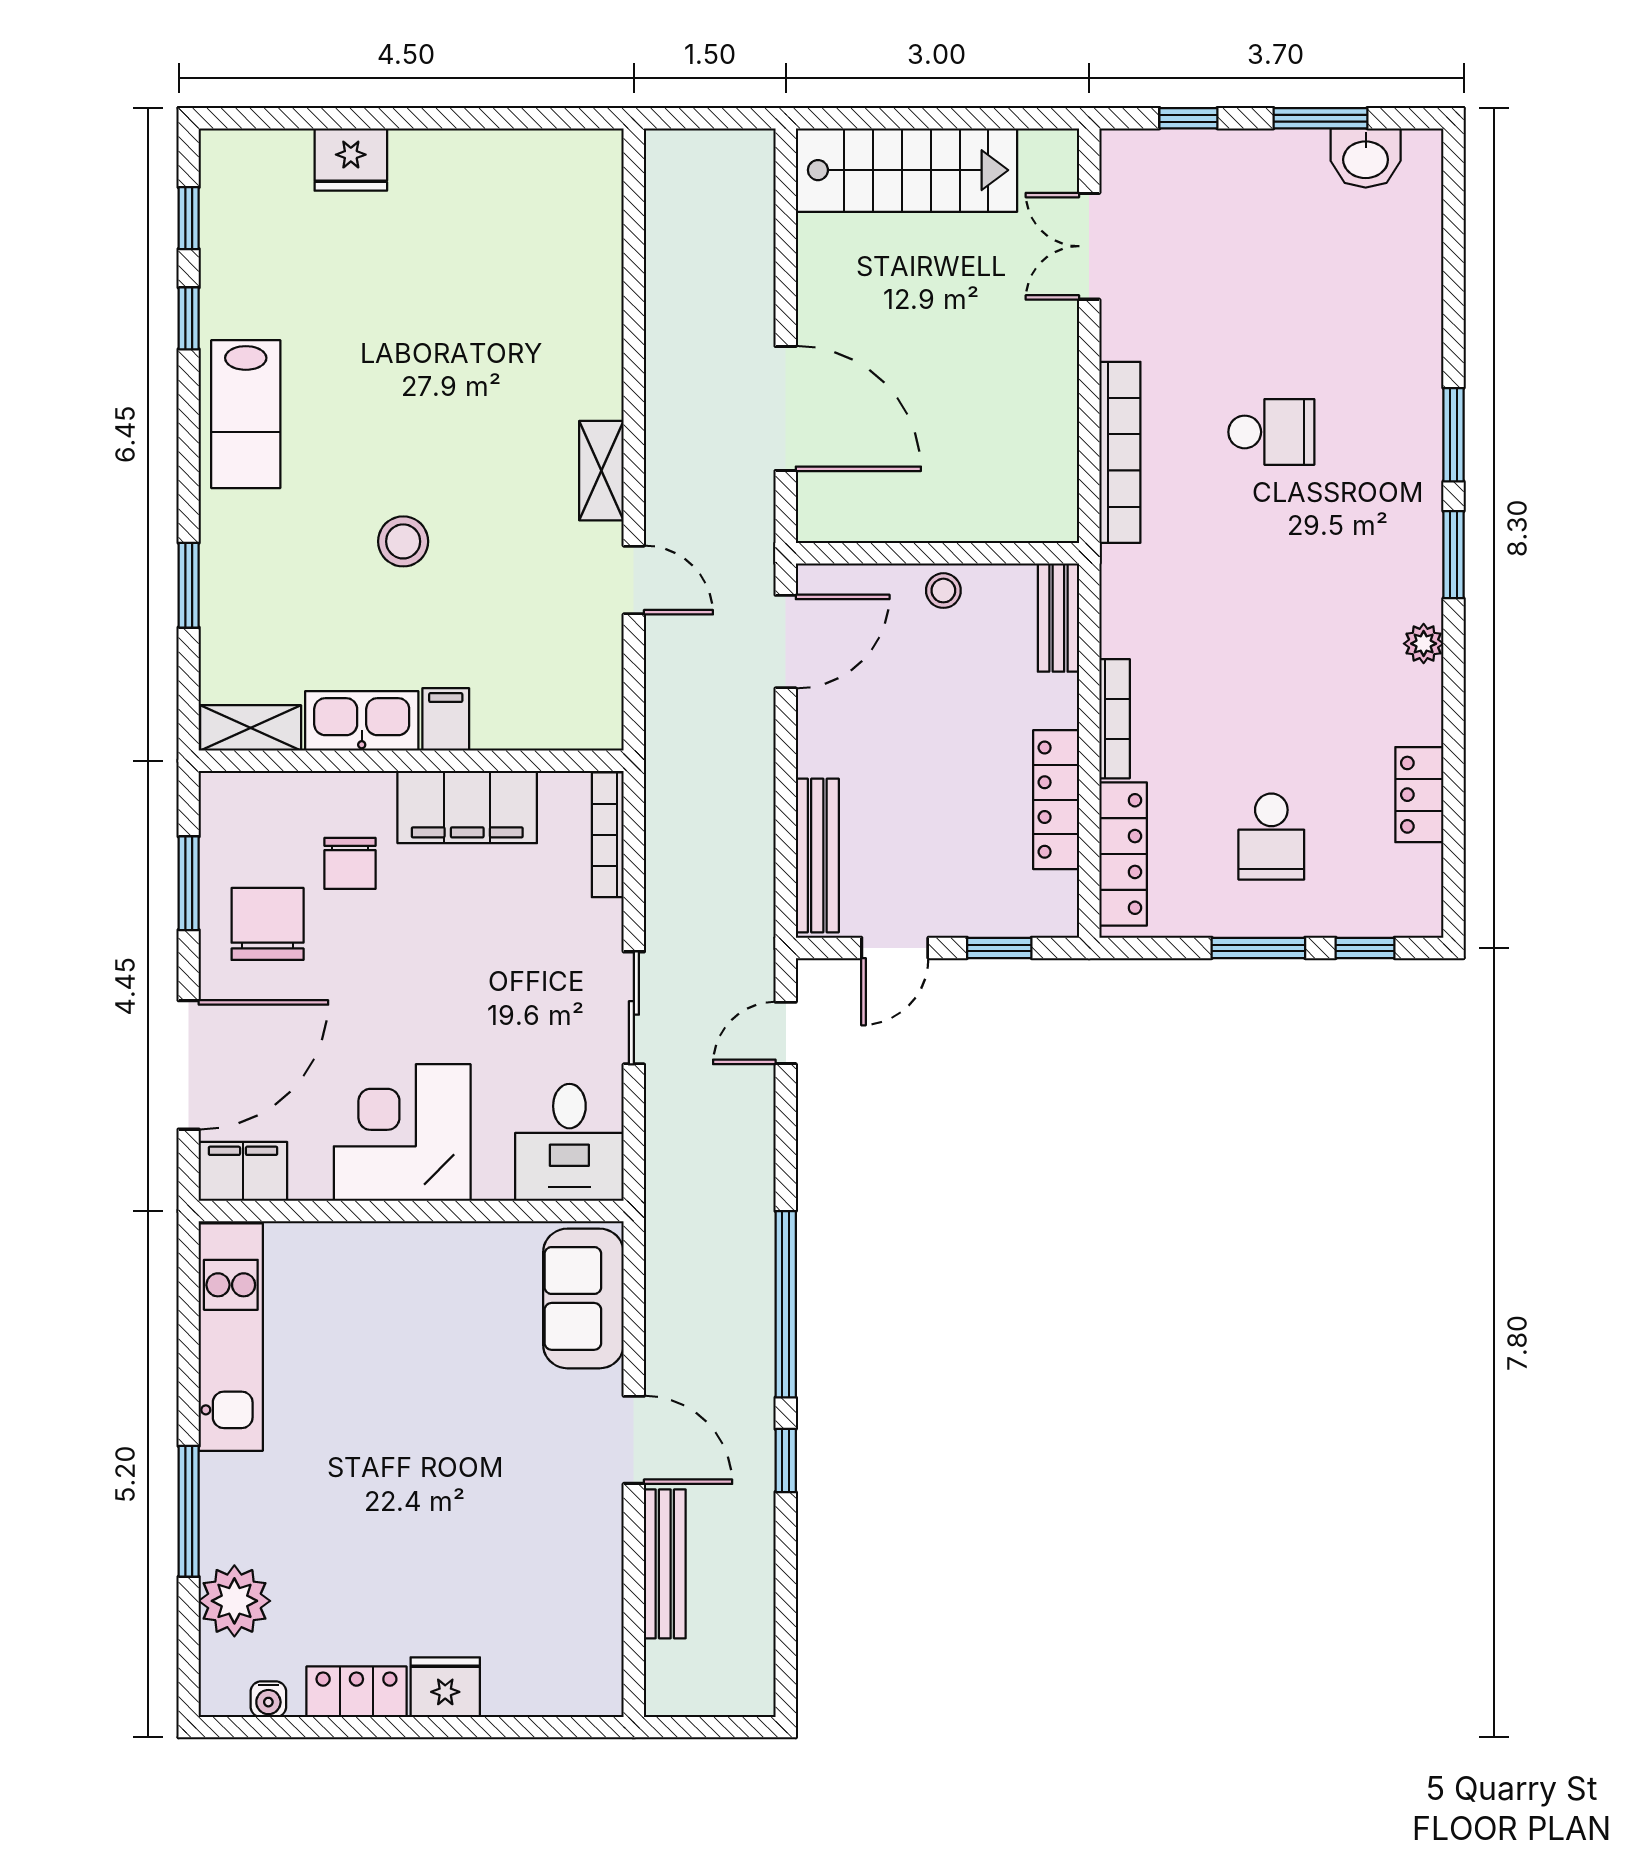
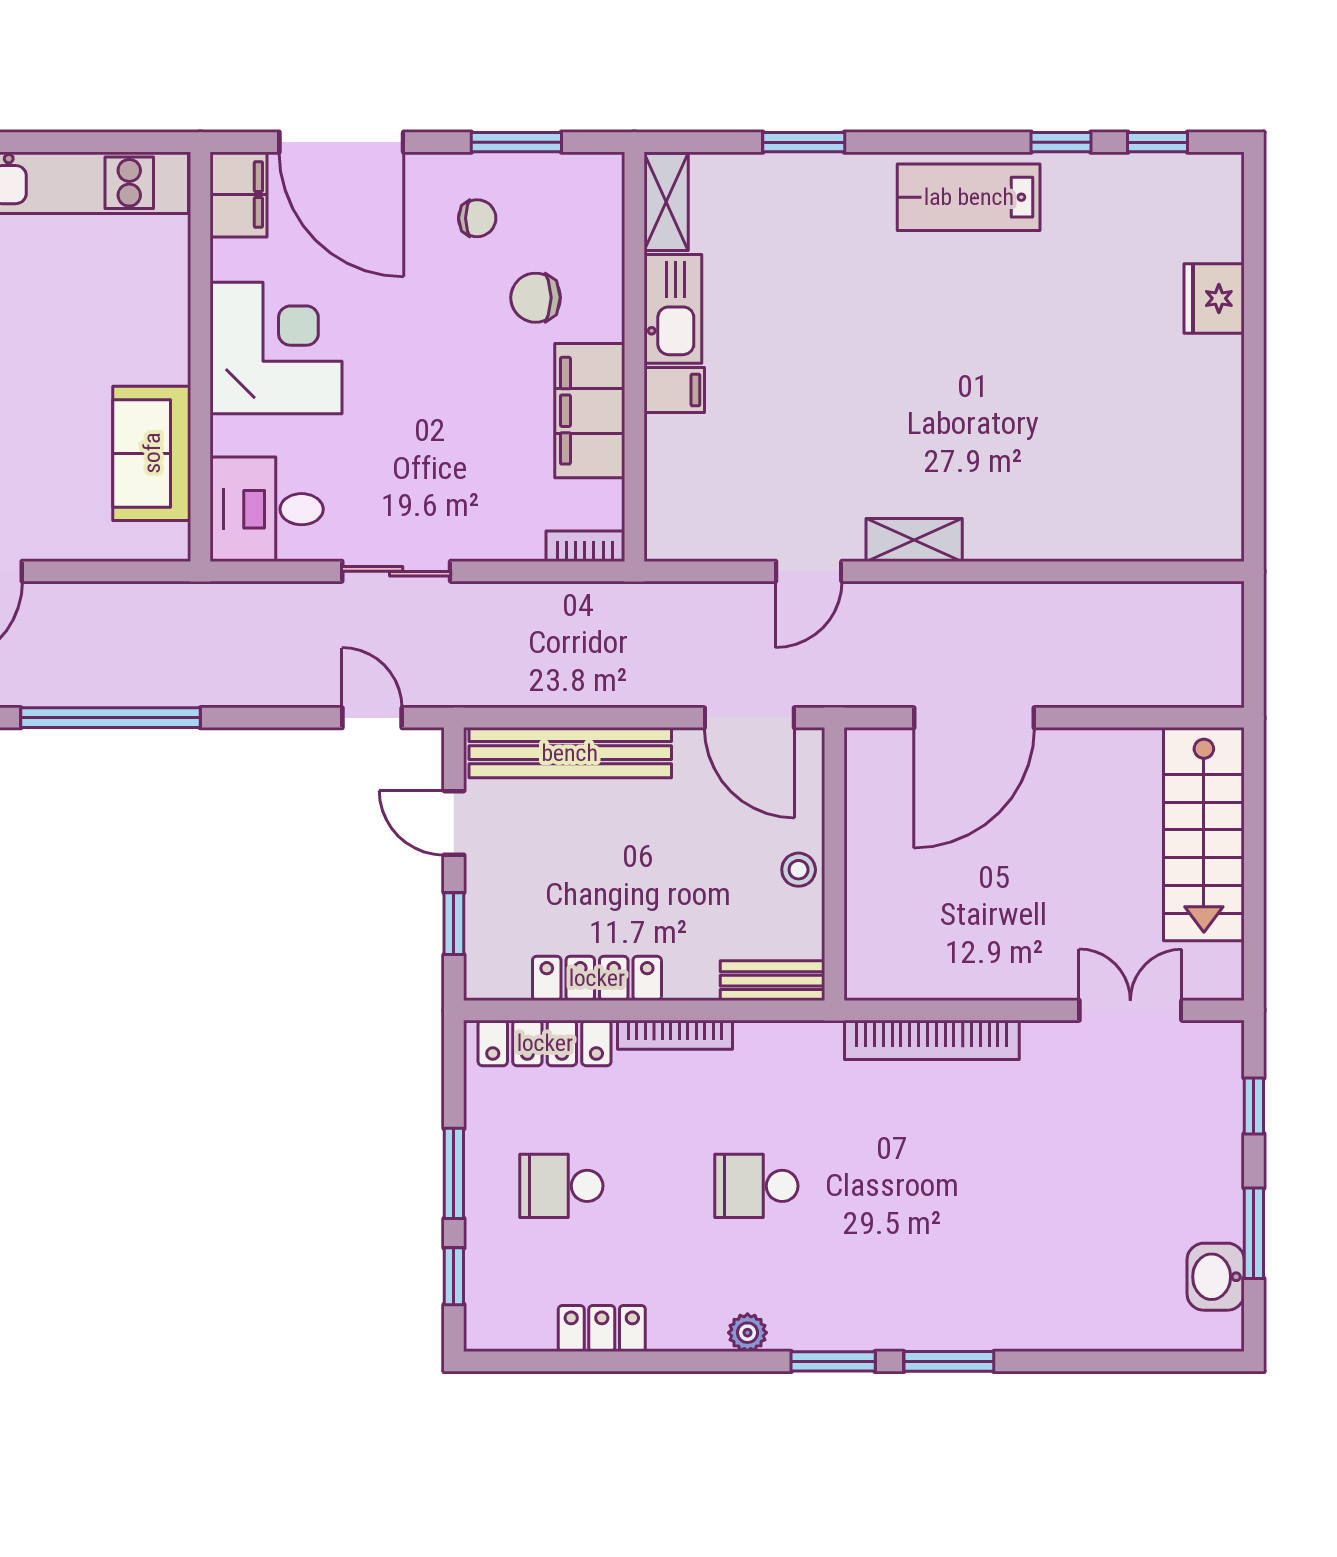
school desk: (1271, 432) -> (756, 1186), moved, turned 90
stool: (403, 541) -> (846, 349), removed
bookcase: (608, 835) -> (585, 546), width x0.64
bench: (817, 856) -> (570, 753), width x1.37, depth x1.21
chair: (268, 924) -> (477, 218), width x0.54, depth x0.54
sofa: (583, 1298) -> (152, 453), moved, turned -90

